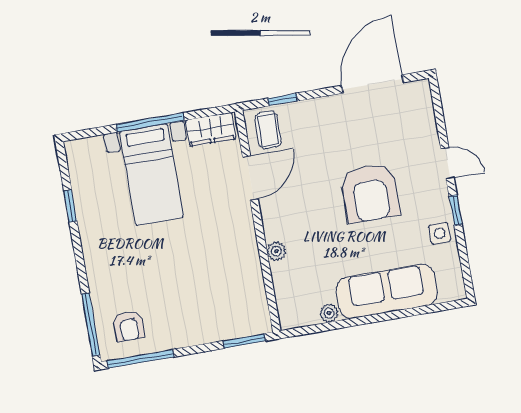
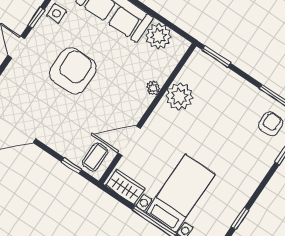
plant: (243, 267) -> (179, 96), added
plant: (329, 313) -> (158, 36), width x1.88, depth x1.88

